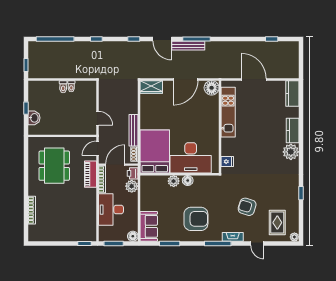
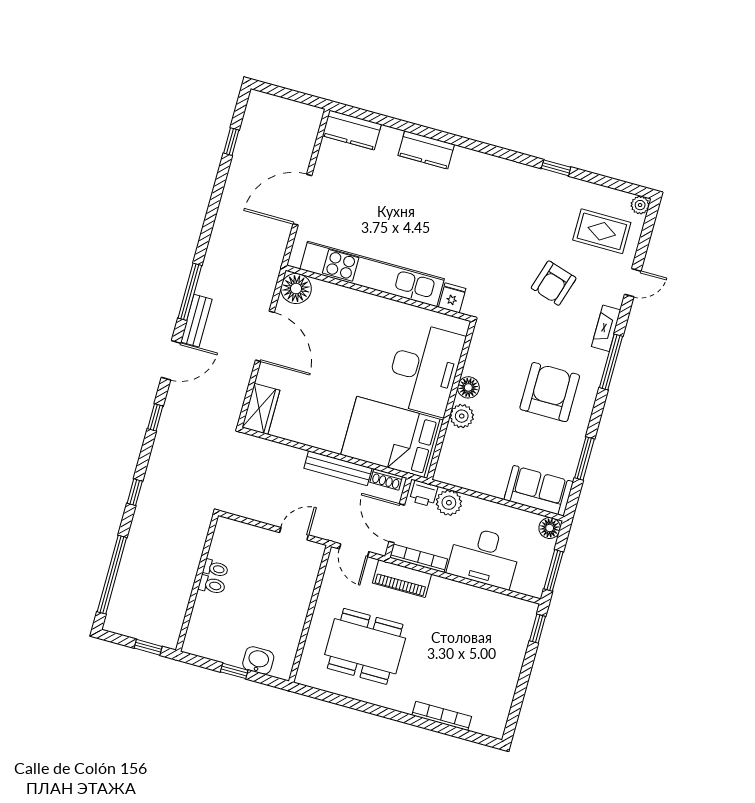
bench: (188, 46) -> (196, 321), width x0.73
kitchen unit: (228, 112) -> (372, 274), width x1.36
plant: (291, 152) -> (468, 165), removed

